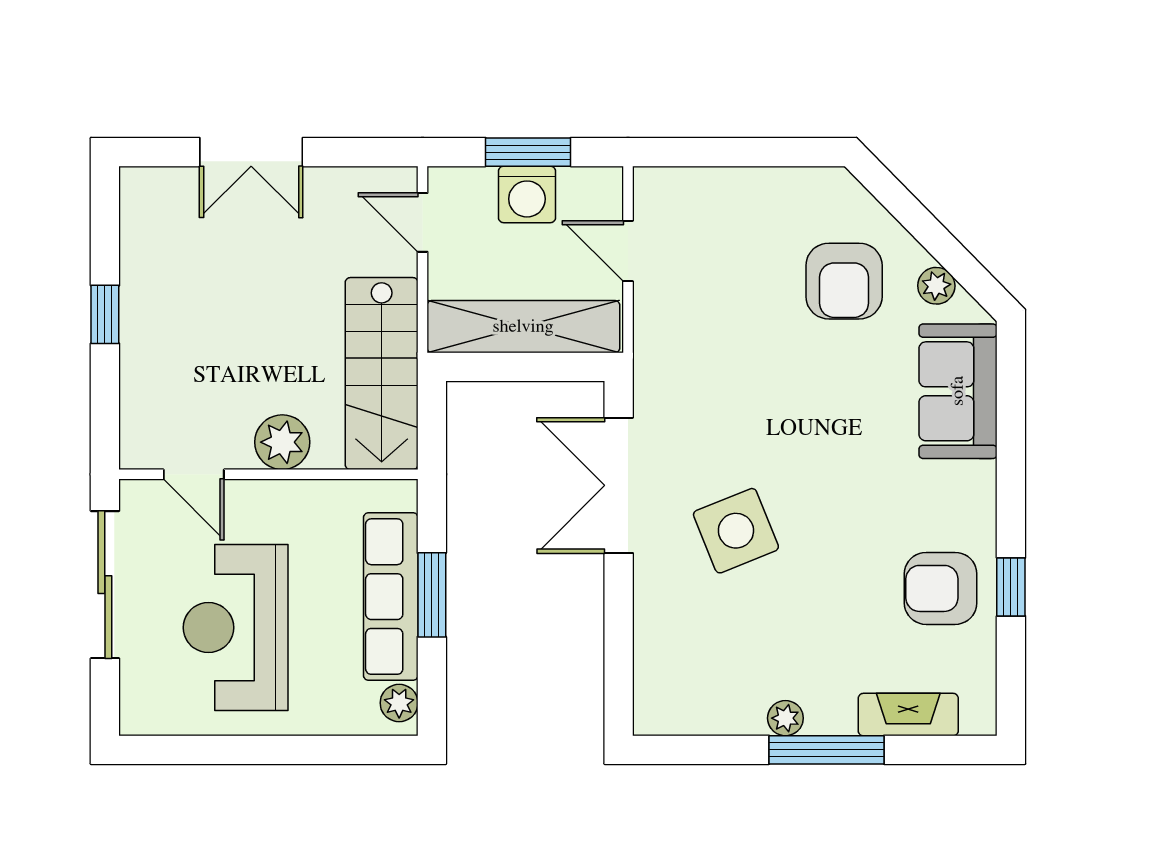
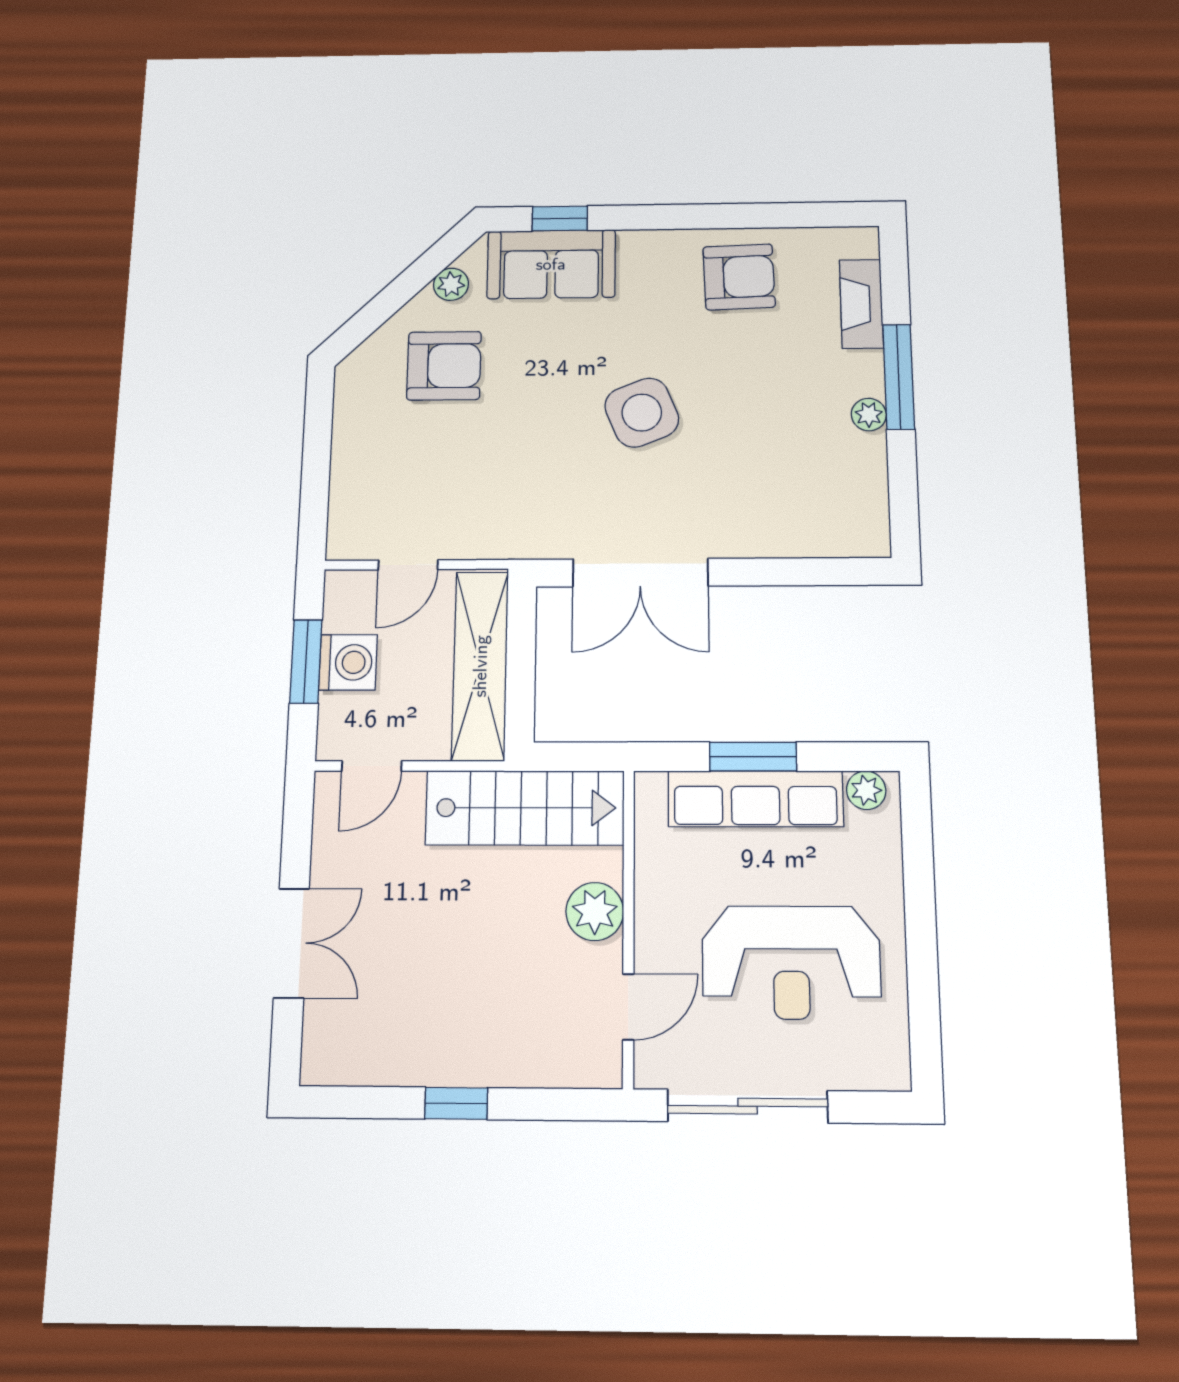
side table: (736, 531) -> (642, 413), moved
window: (1011, 587) -> (560, 218), moved
armchair: (941, 588) -> (739, 277), turned -92

